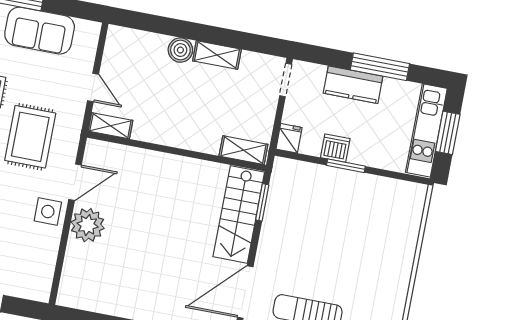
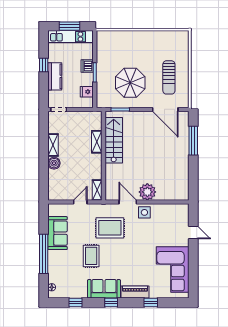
window: (380, 67) -> (44, 65), width x0.46
fridge: (289, 138) -> (87, 92), moved
dishwasher: (335, 148) -> (87, 66), moved
shelving: (243, 150) -> (97, 142), moved
stairs: (239, 214) -> (114, 140), moved, turned -90
parasol: (312, 233) -> (130, 83), added

